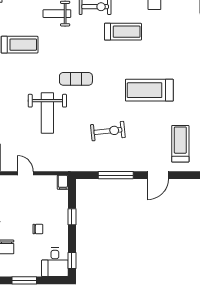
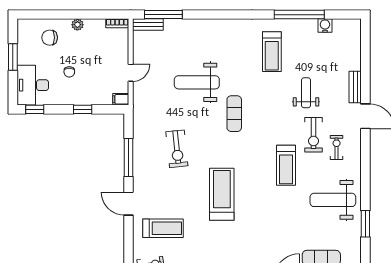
door: (25, 173) -> (131, 73), moved
desk: (55, 262) -> (33, 85), width x1.37

